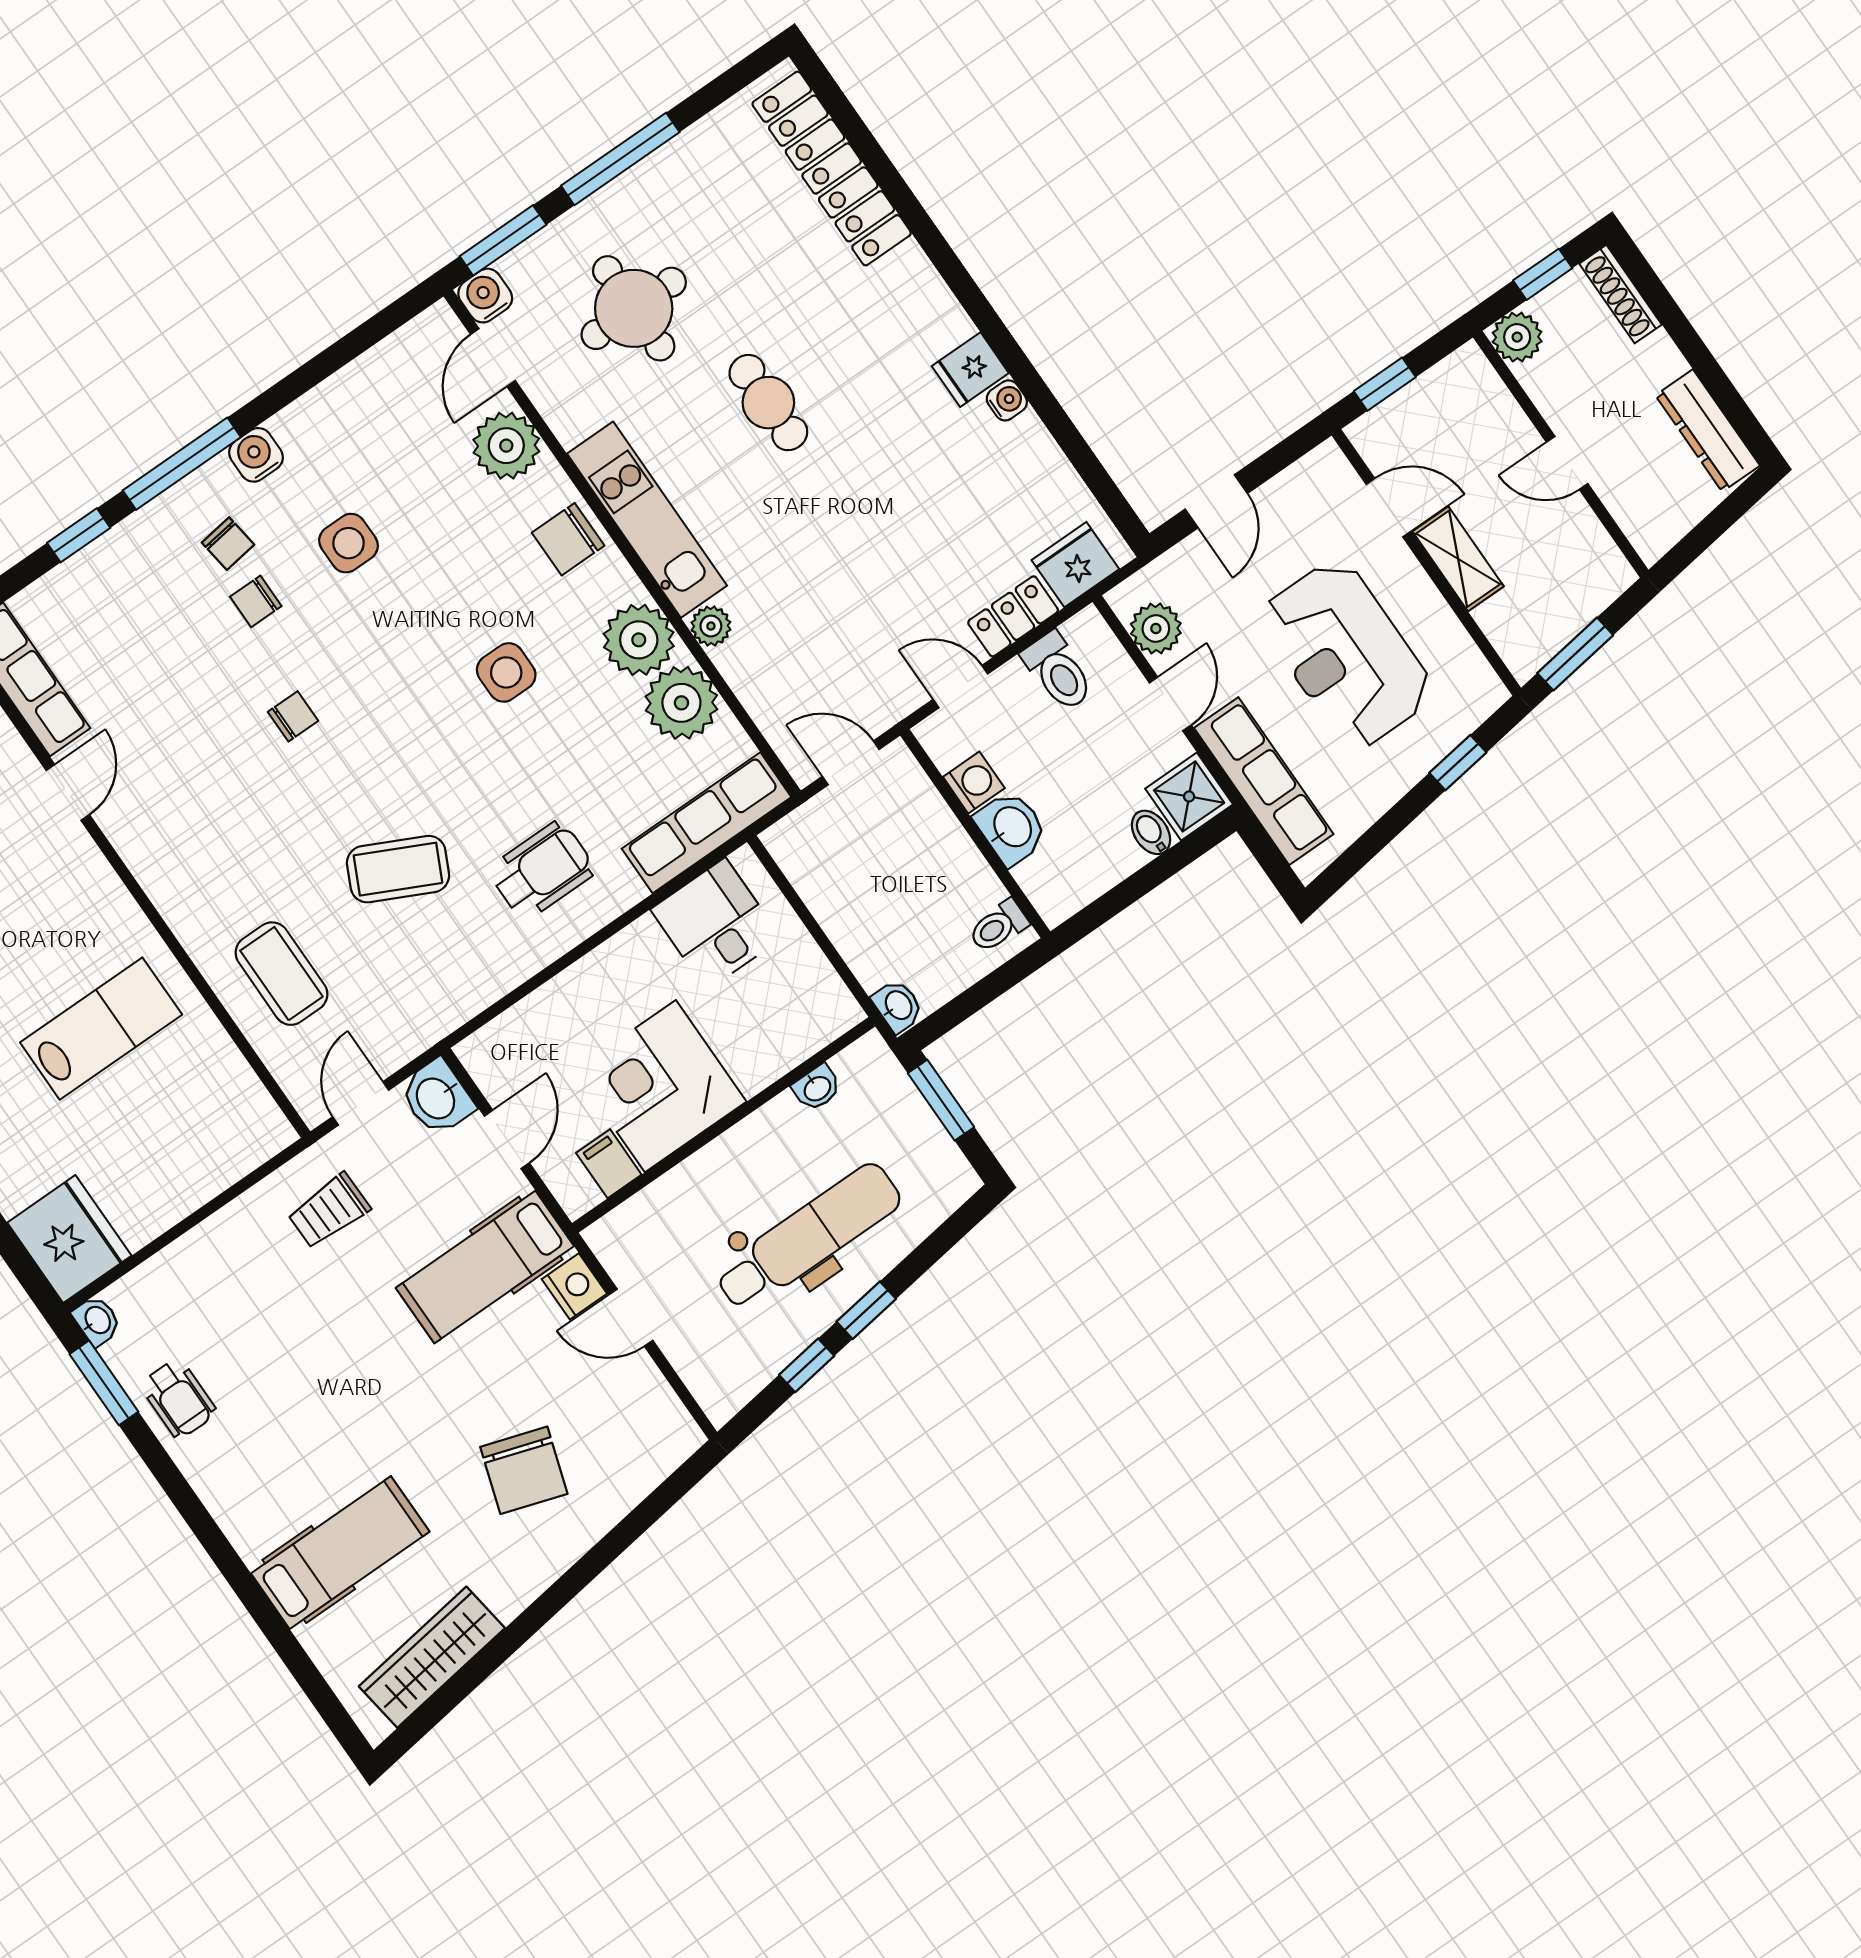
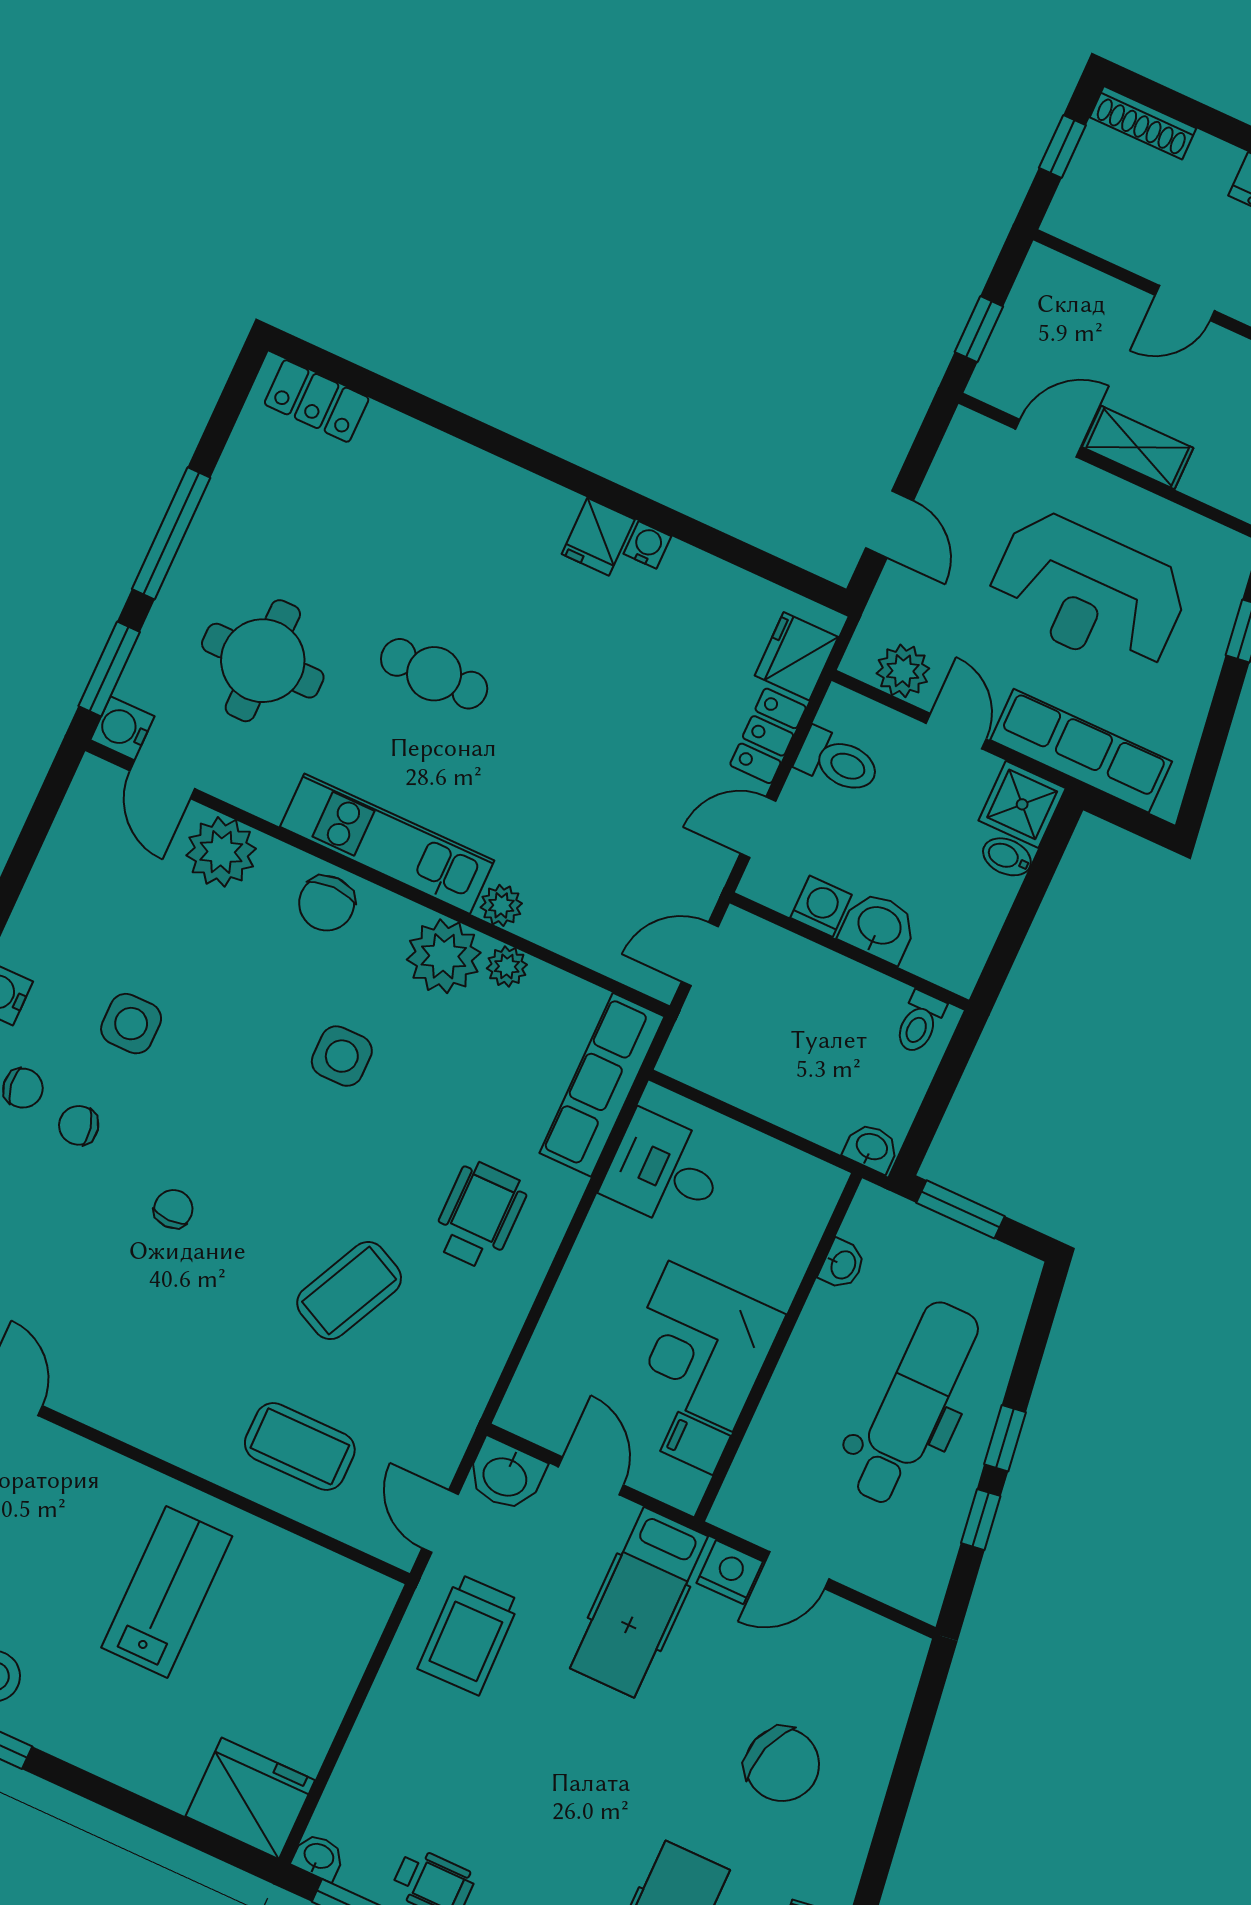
locker: (832, 168) -> (317, 401), width x0.46, depth x0.83
plant: (1517, 337) -> (1073, 216), removed
chair: (256, 601) -> (79, 1125), turned 77
plant: (681, 703) -> (507, 967), width x0.53, depth x0.53
trolley: (329, 1211) -> (469, 1635), width x1.36, depth x1.39

